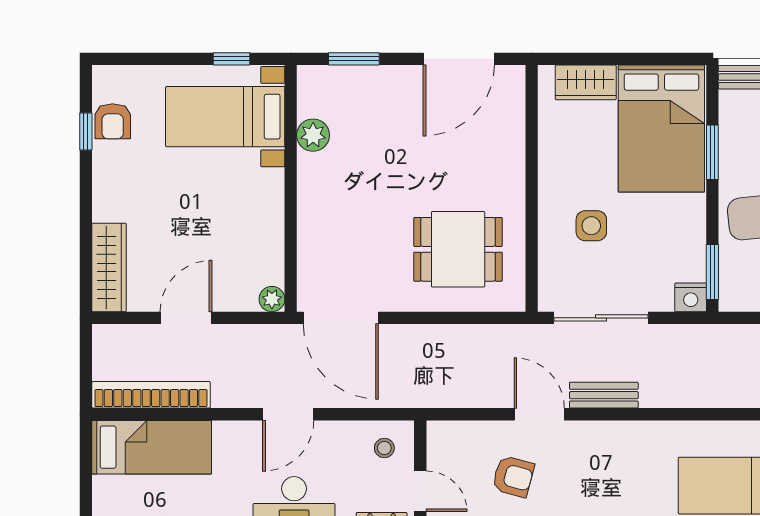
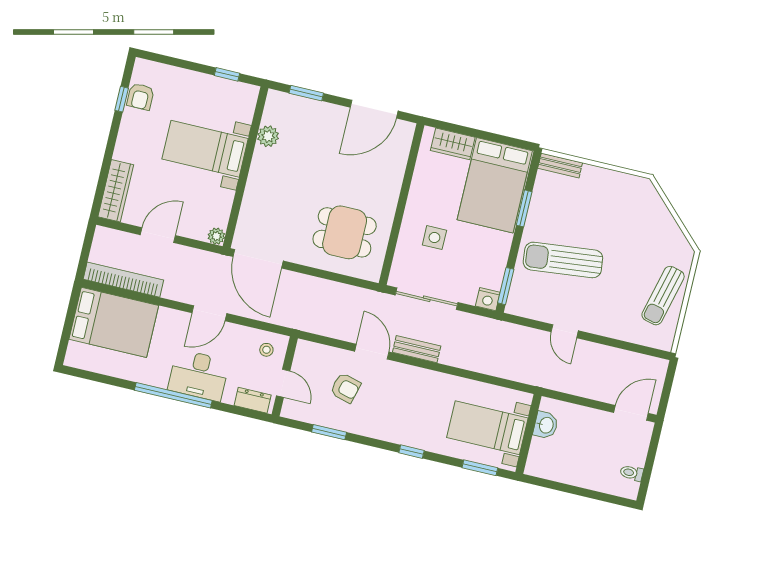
bed with nightstands: (225, 117) -> (205, 149), moved
bed: (152, 447) -> (114, 322), width x1.50

